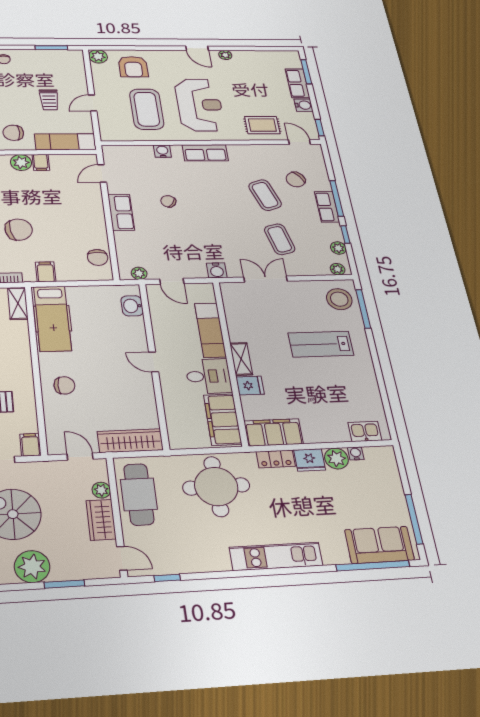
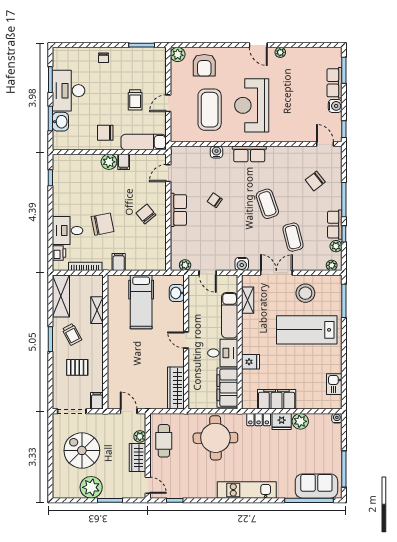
reception desk: (199, 105) -> (252, 105), turned 180
rug: (262, 125) -> (298, 126), removed
coffee table: (265, 195) -> (267, 204), moved
row of seats: (327, 207) -> (335, 225), moved
chair: (98, 257) -> (146, 214), moved, turned 141
stool: (339, 299) -> (305, 293), moved
shelving: (18, 303) -> (97, 310), moved
hospital bed: (52, 319) -> (141, 302), moved
lab bench: (321, 344) -> (307, 330), width x1.36, depth x1.39
shelving: (241, 359) -> (248, 300), moved
chair: (64, 385) -> (123, 356), removed
kitchen sink: (365, 431) -> (334, 384), moved, turned -90
filing cabinet: (274, 432) -> (277, 399), moved
wardrobe: (130, 441) -> (176, 388), moved, turned -90
water cooler: (356, 453) -> (337, 418), moved
cafe table: (139, 494) -> (164, 441), width x0.73, depth x0.74

